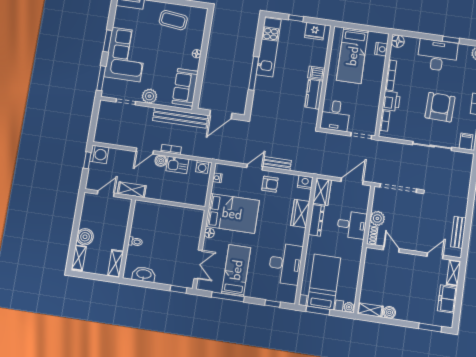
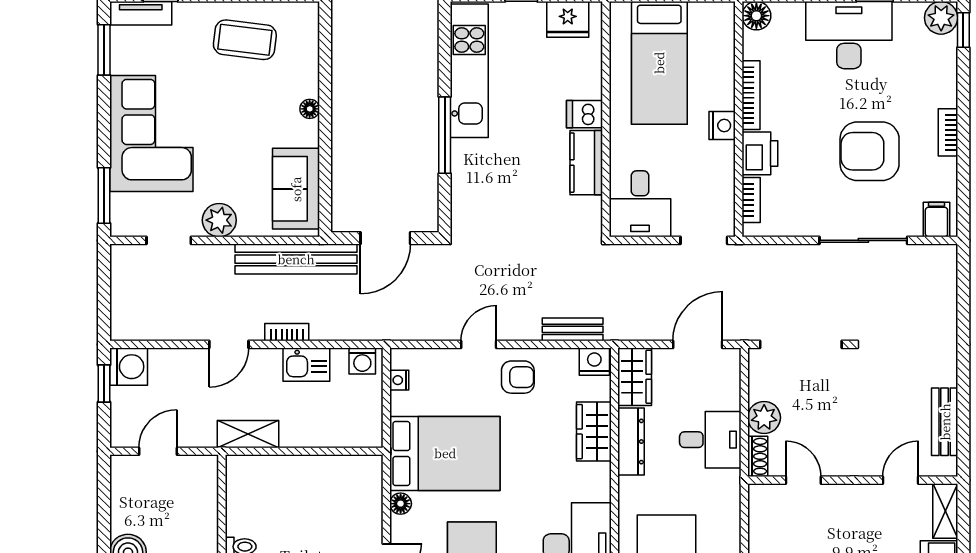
window: (107, 41) -> (104, 50), moved
nightstand: (381, 49) -> (722, 125), moved
armchair: (440, 107) -> (870, 151), turned -92
boiler: (161, 161) -> (268, 361), removed
bench: (277, 164) -> (573, 329), moved
shelving: (132, 190) -> (248, 434), moved

